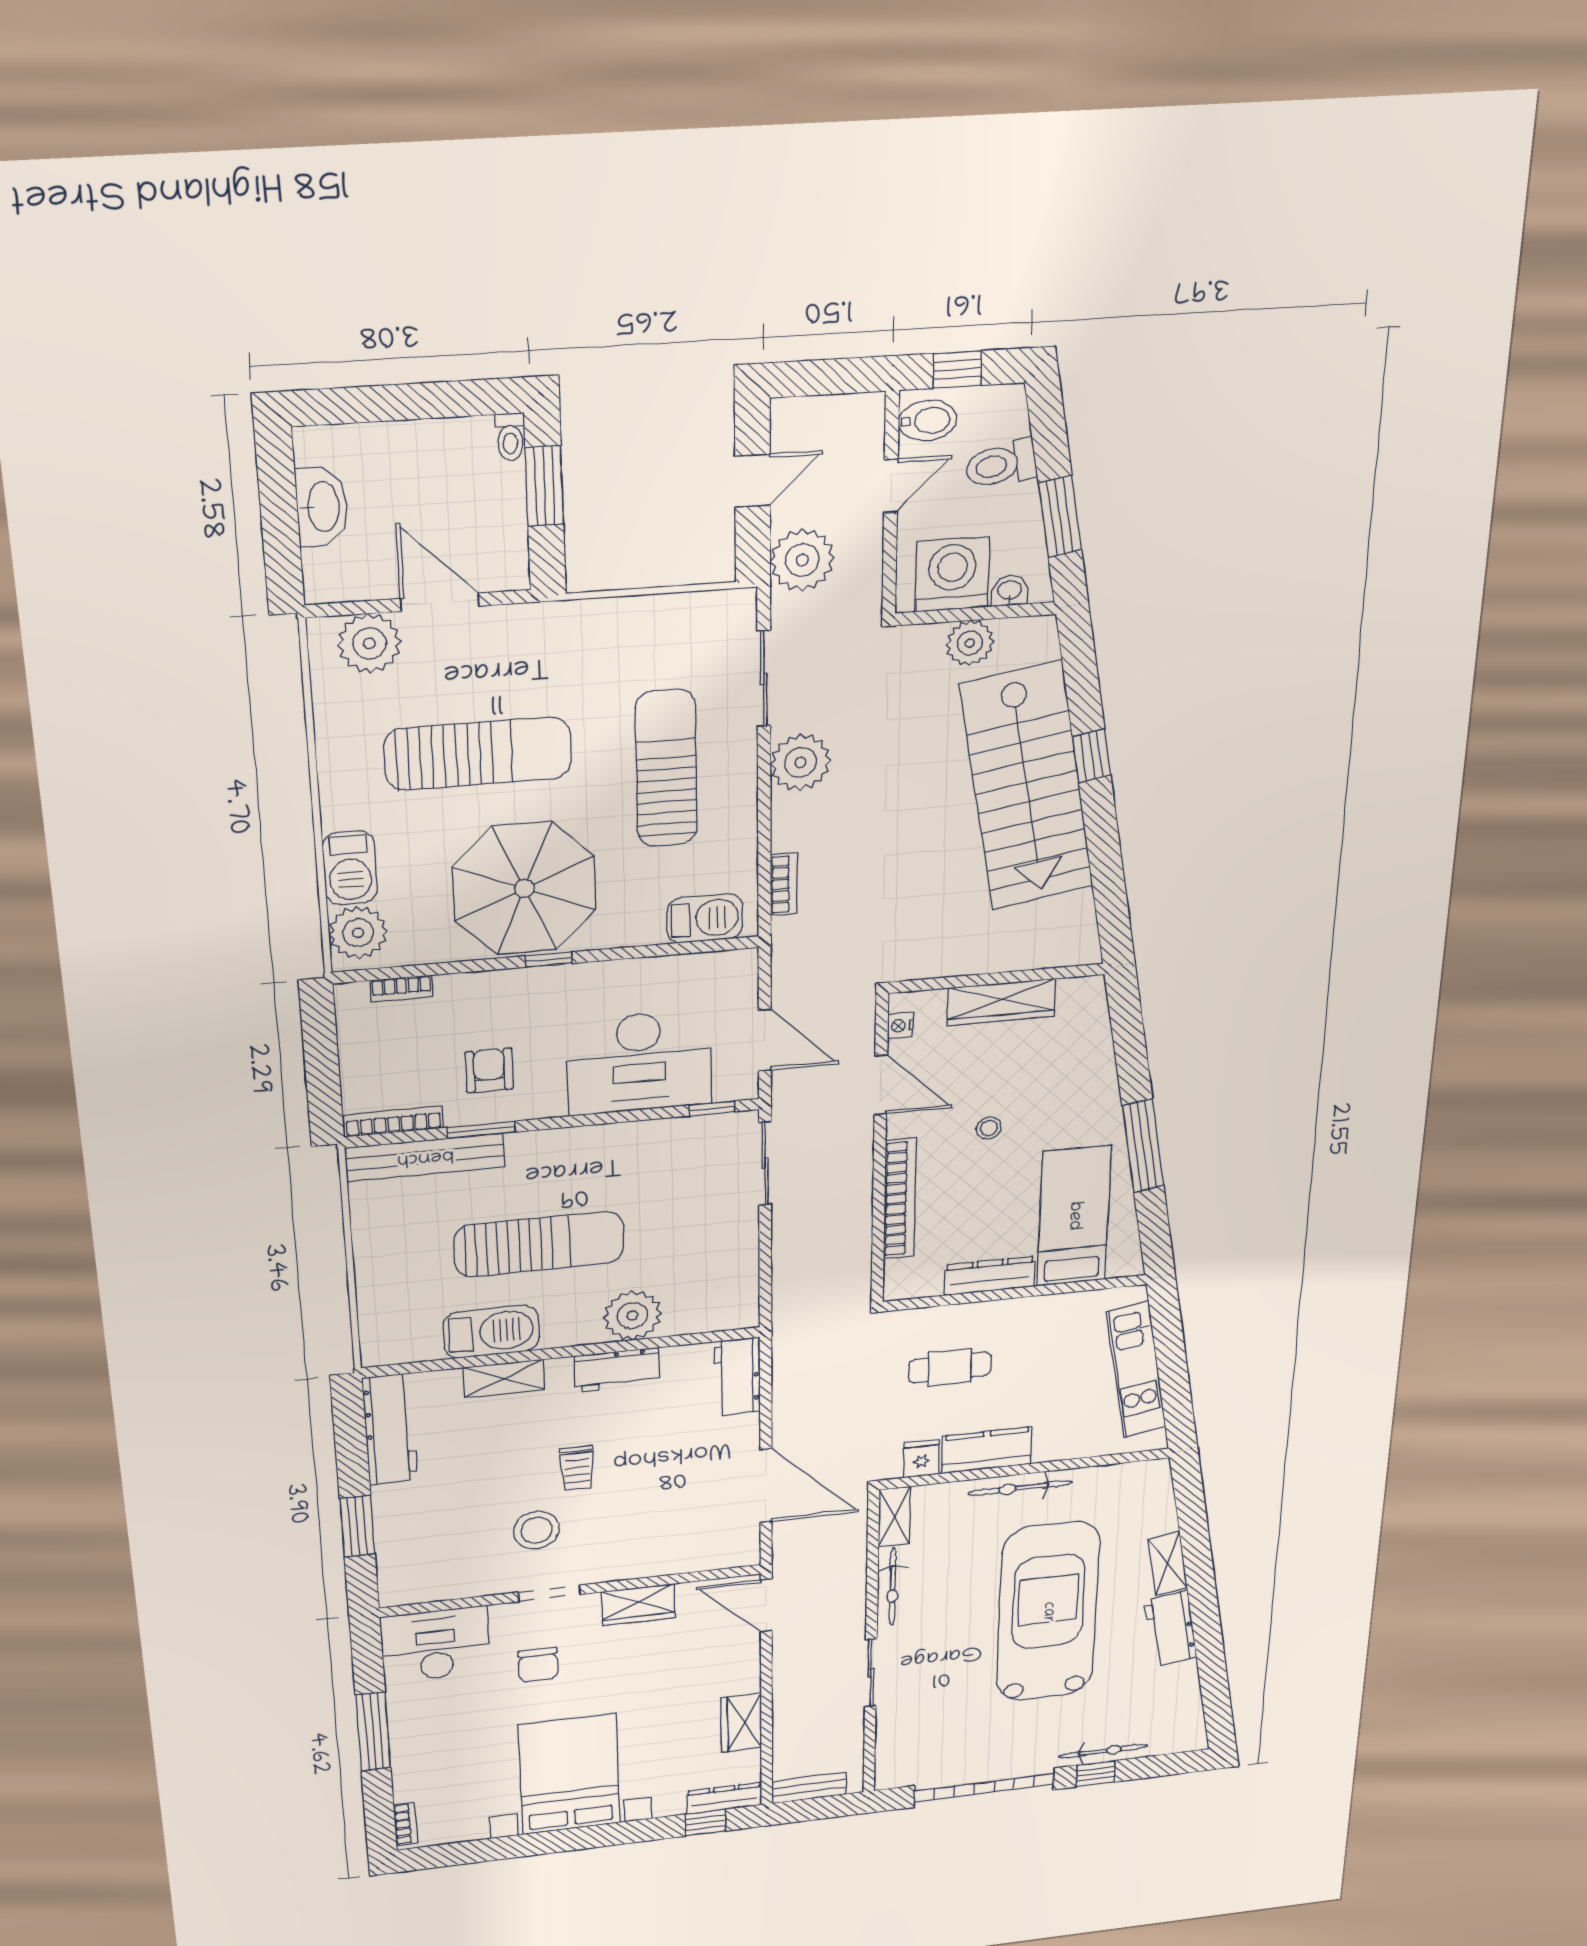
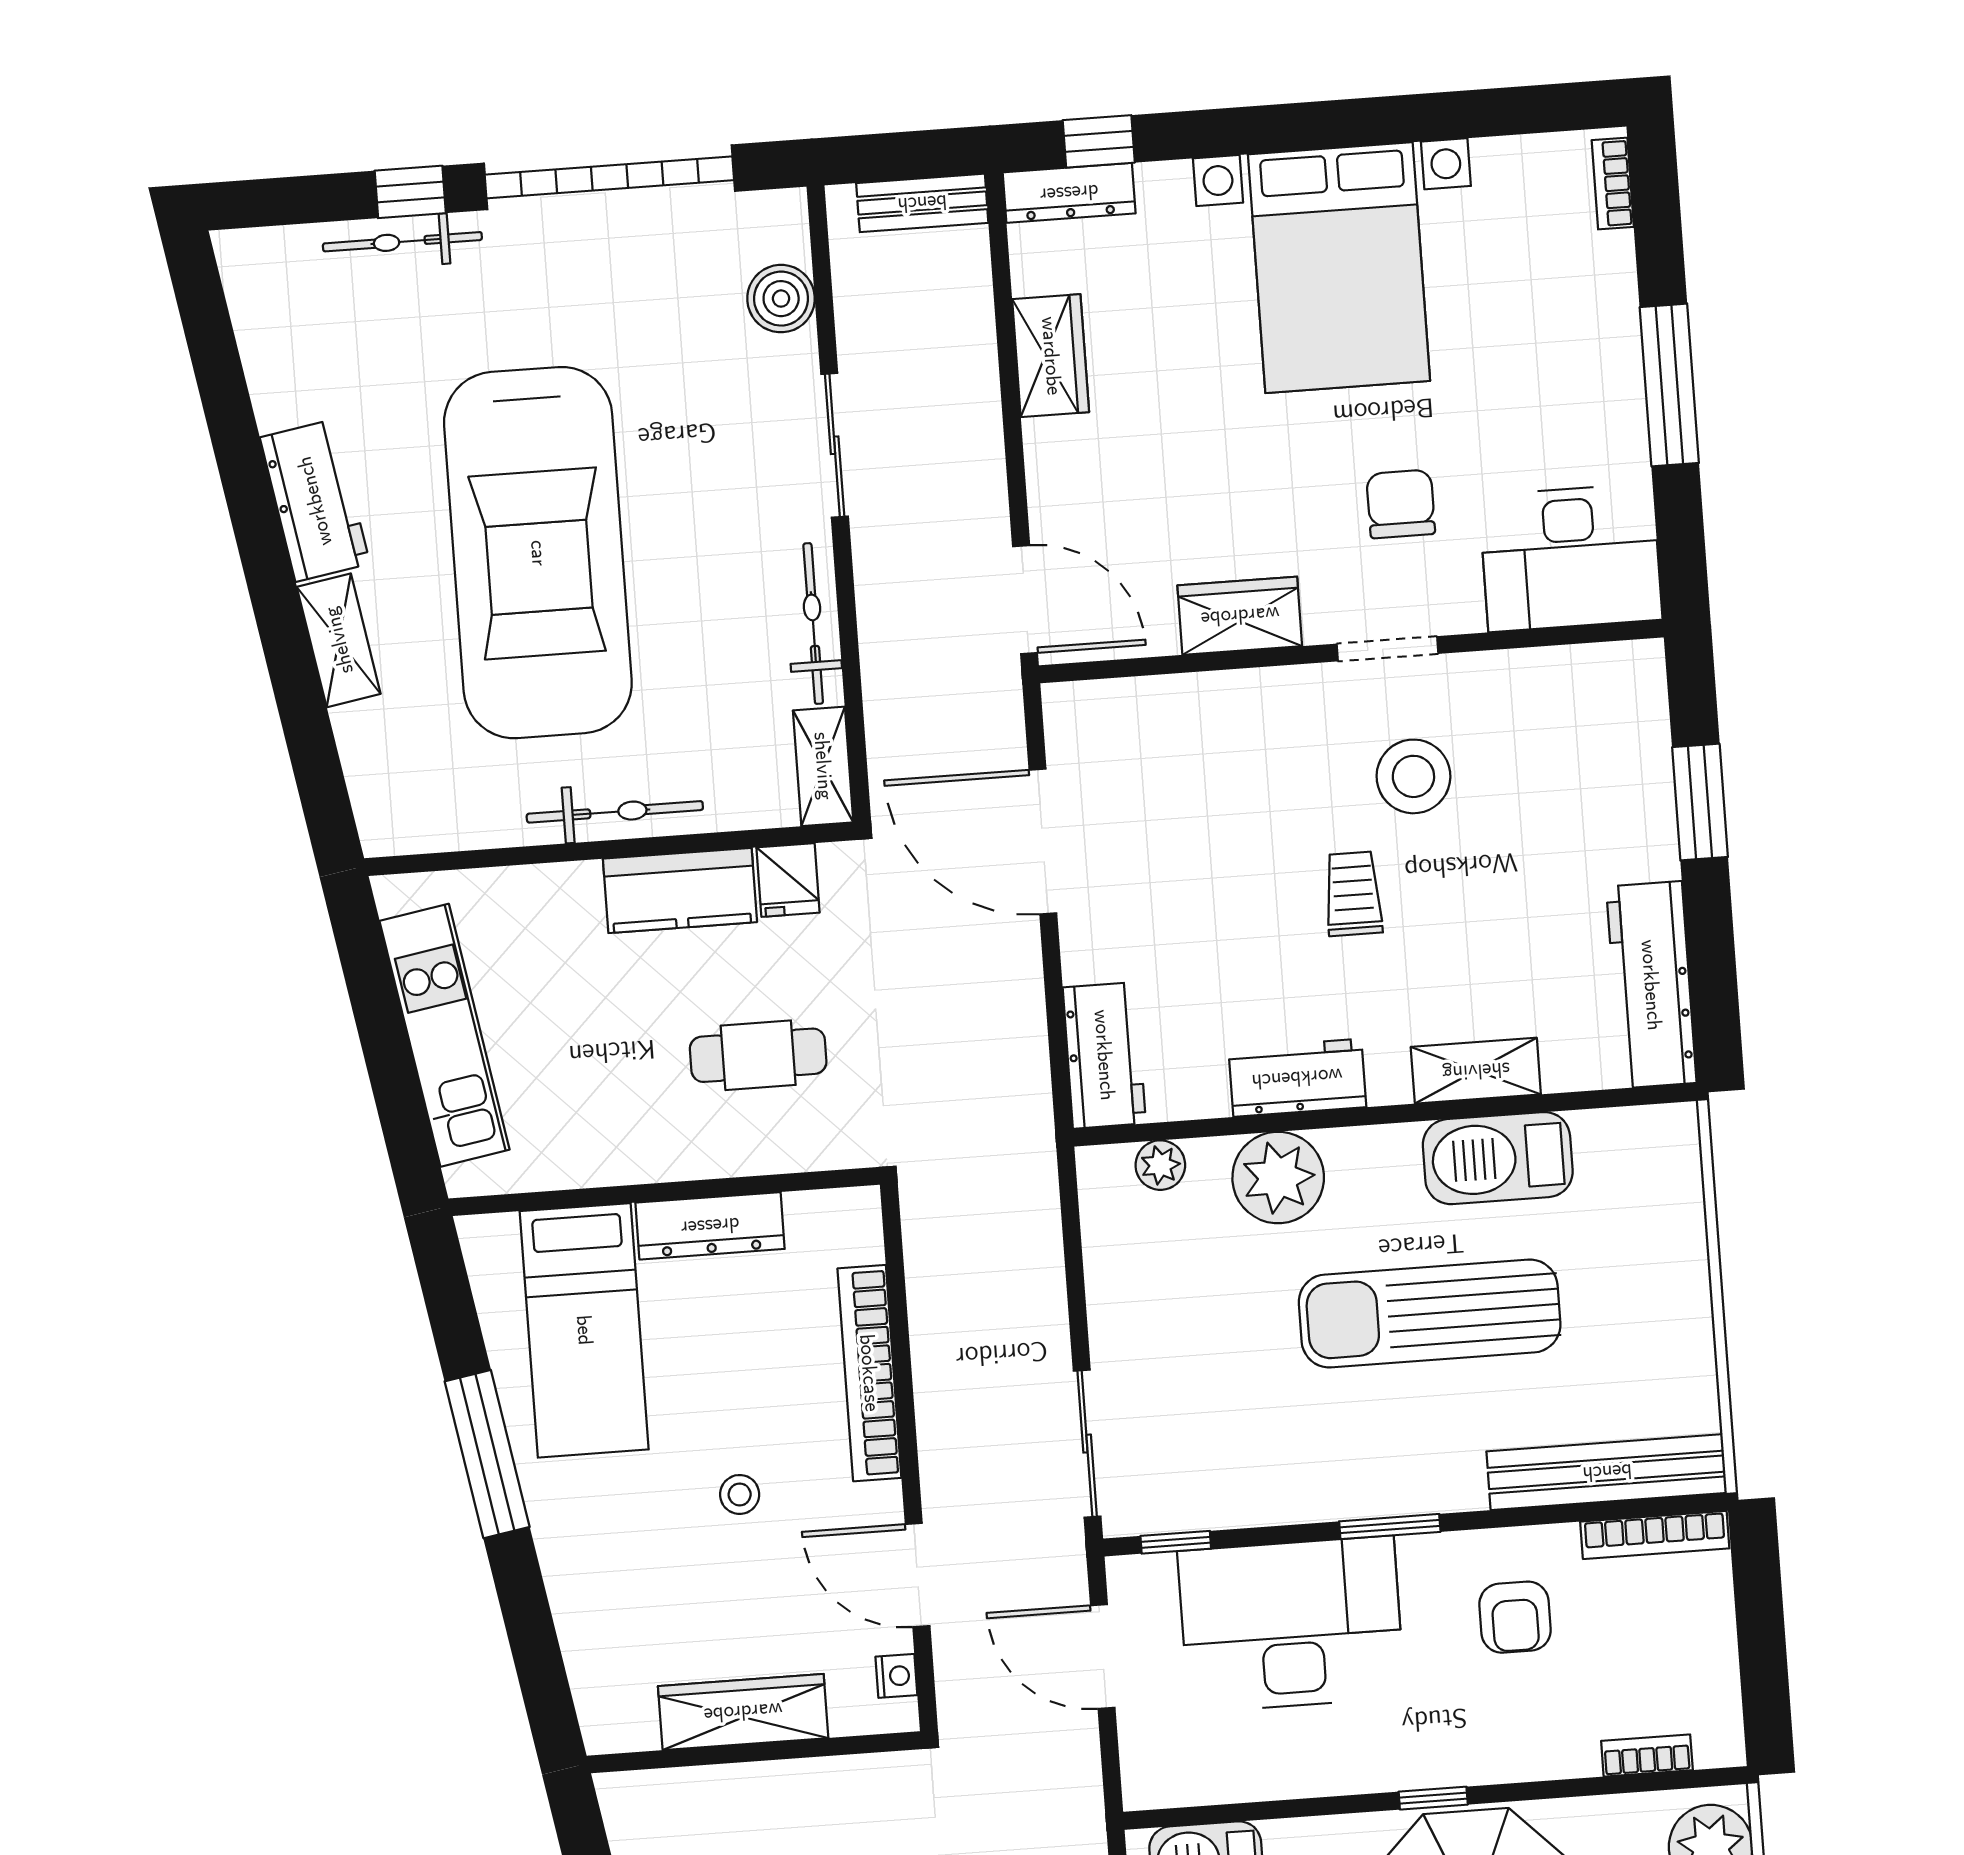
window: (481, 1130) -> (1390, 1527), moved
plant: (707, 1319) -> (1160, 1165), added
boiler: (894, 1739) -> (781, 299), added

